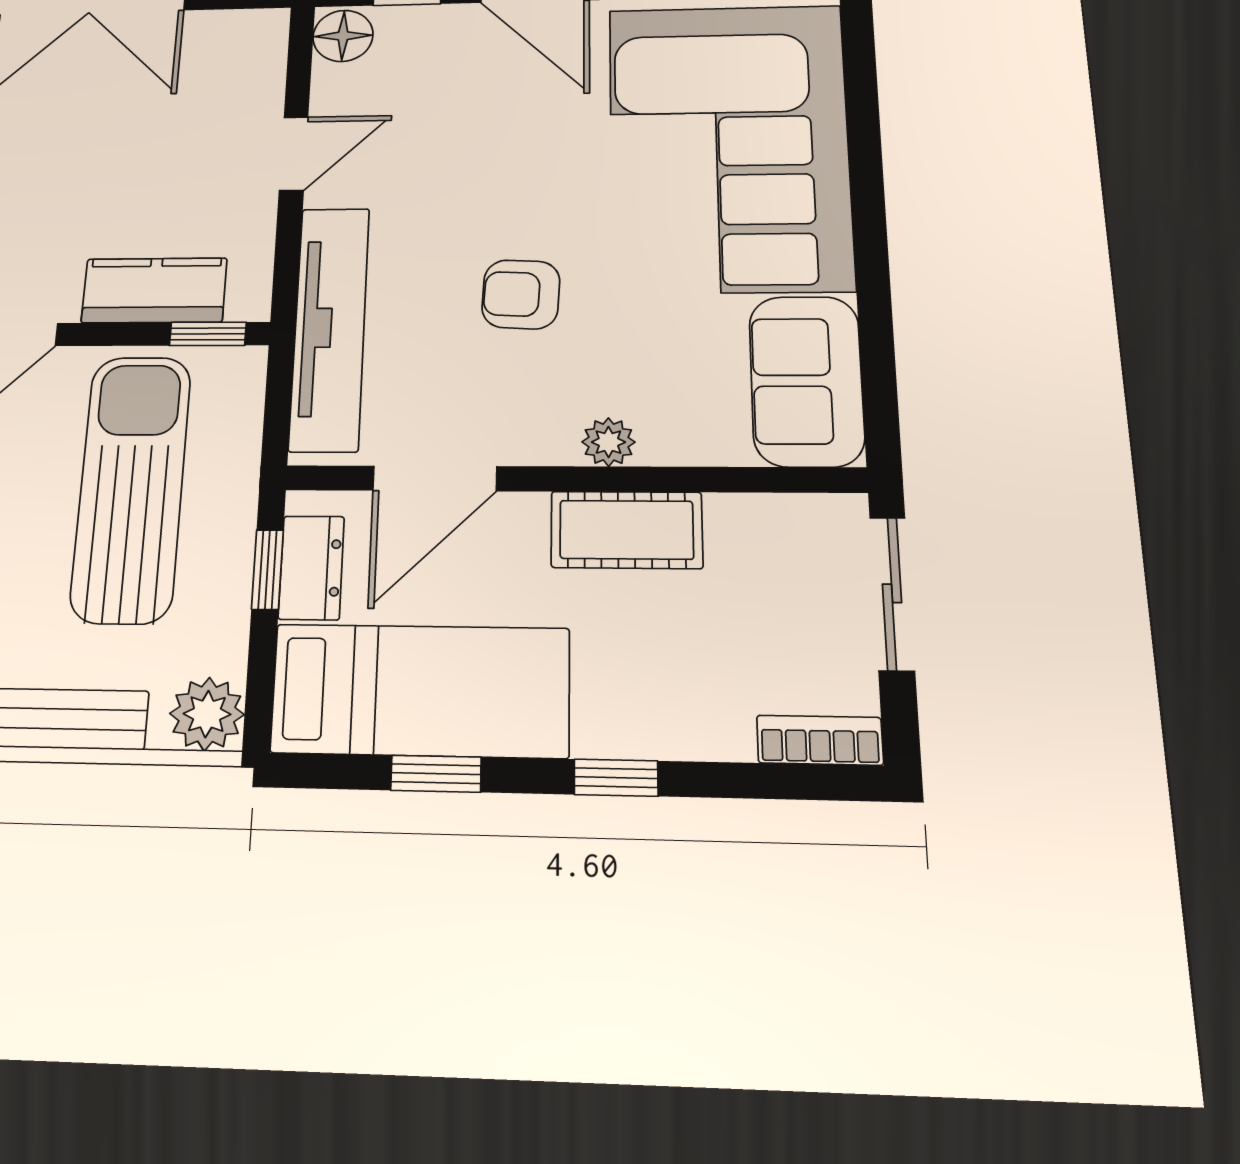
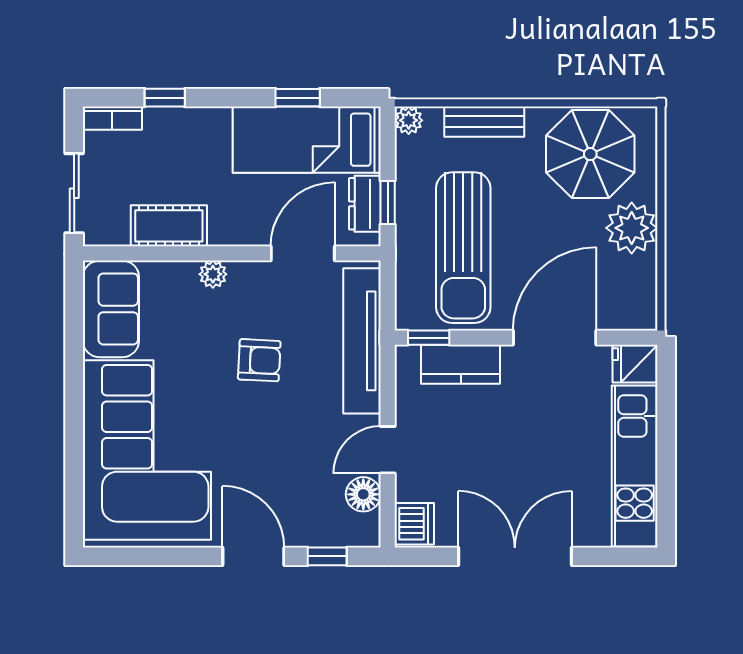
floor lamp: (343, 36) -> (363, 494), moved
dishwasher: (255, 43) -> (414, 524), added
cot: (626, 530) -> (169, 226), moved
plant: (207, 714) -> (409, 120), width x0.73, depth x0.73
window: (616, 778) -> (165, 98), moved

